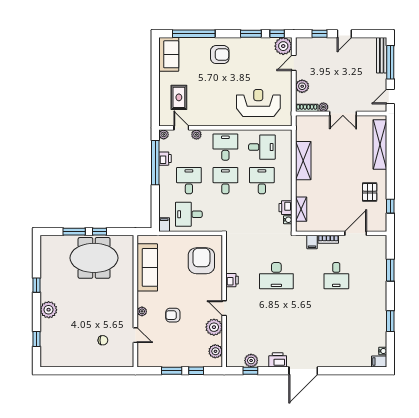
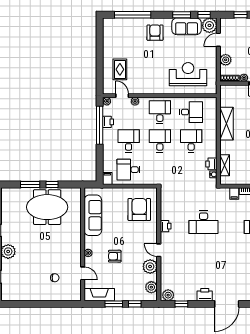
sofa: (169, 54) -> (187, 26), moved, turned 90
armchair: (220, 55) -> (155, 33), turned -90
fireplace: (155, 360) -> (99, 295), added
plant: (251, 361) -> (168, 295), moved

